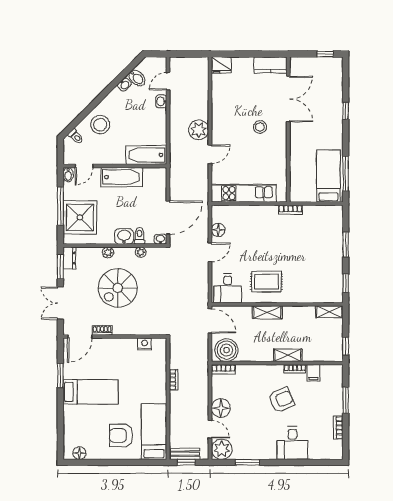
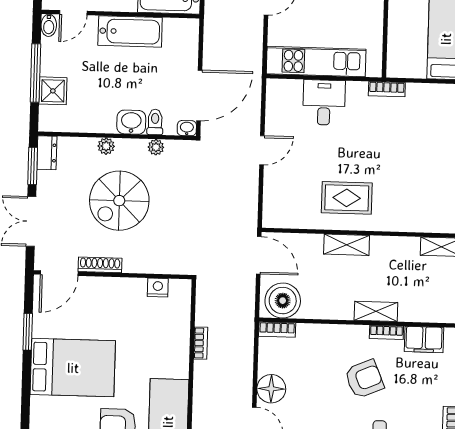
shower: (80, 217) -> (53, 91), width x0.54, depth x0.54
floor lamp: (218, 230) -> (275, 117), removed
desk: (228, 288) -> (324, 102), moved, turned 180
shoe rack: (102, 330) -> (100, 265), width x1.43
filing cabinet: (313, 373) -> (424, 339), width x2.00
bed: (91, 392) -> (73, 368), width x1.50

